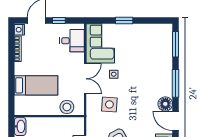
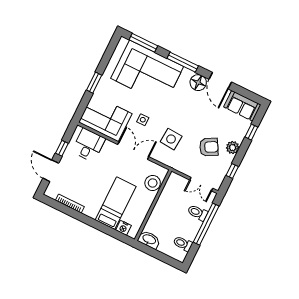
nightstand: (19, 30) -> (123, 228), moved
corner sofa: (153, 59) -> (147, 72), added
door: (176, 121) -> (220, 81), hinge flipped

